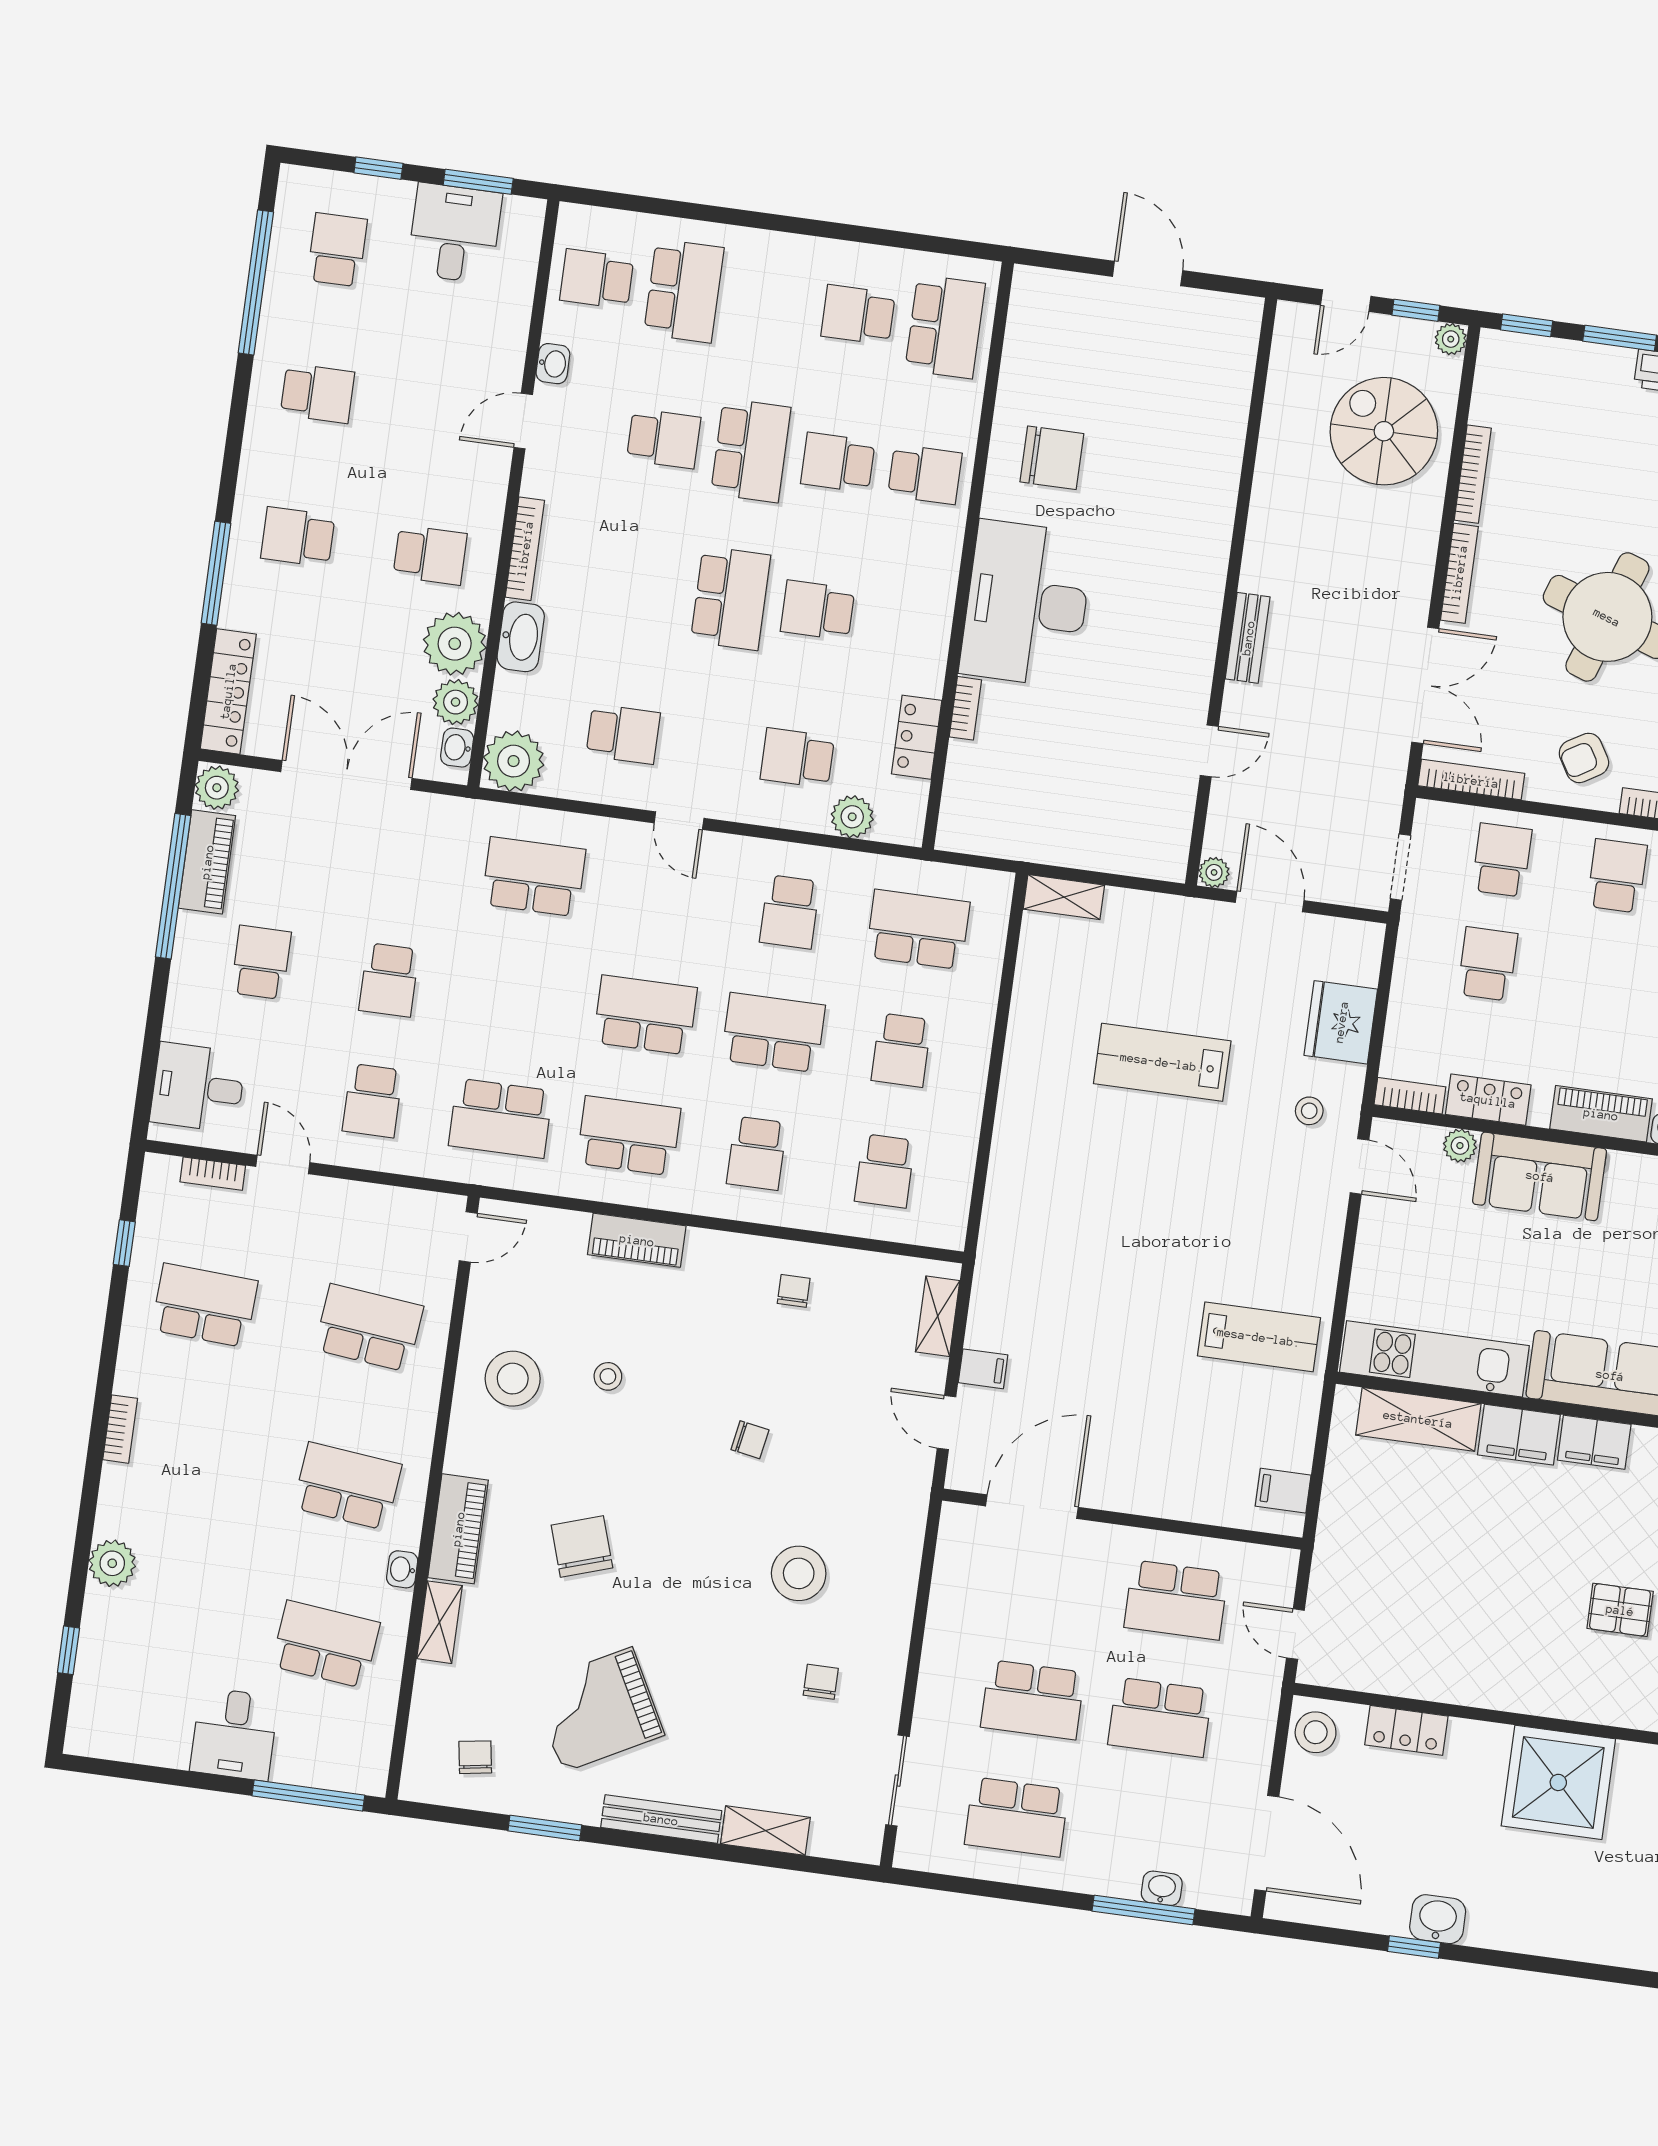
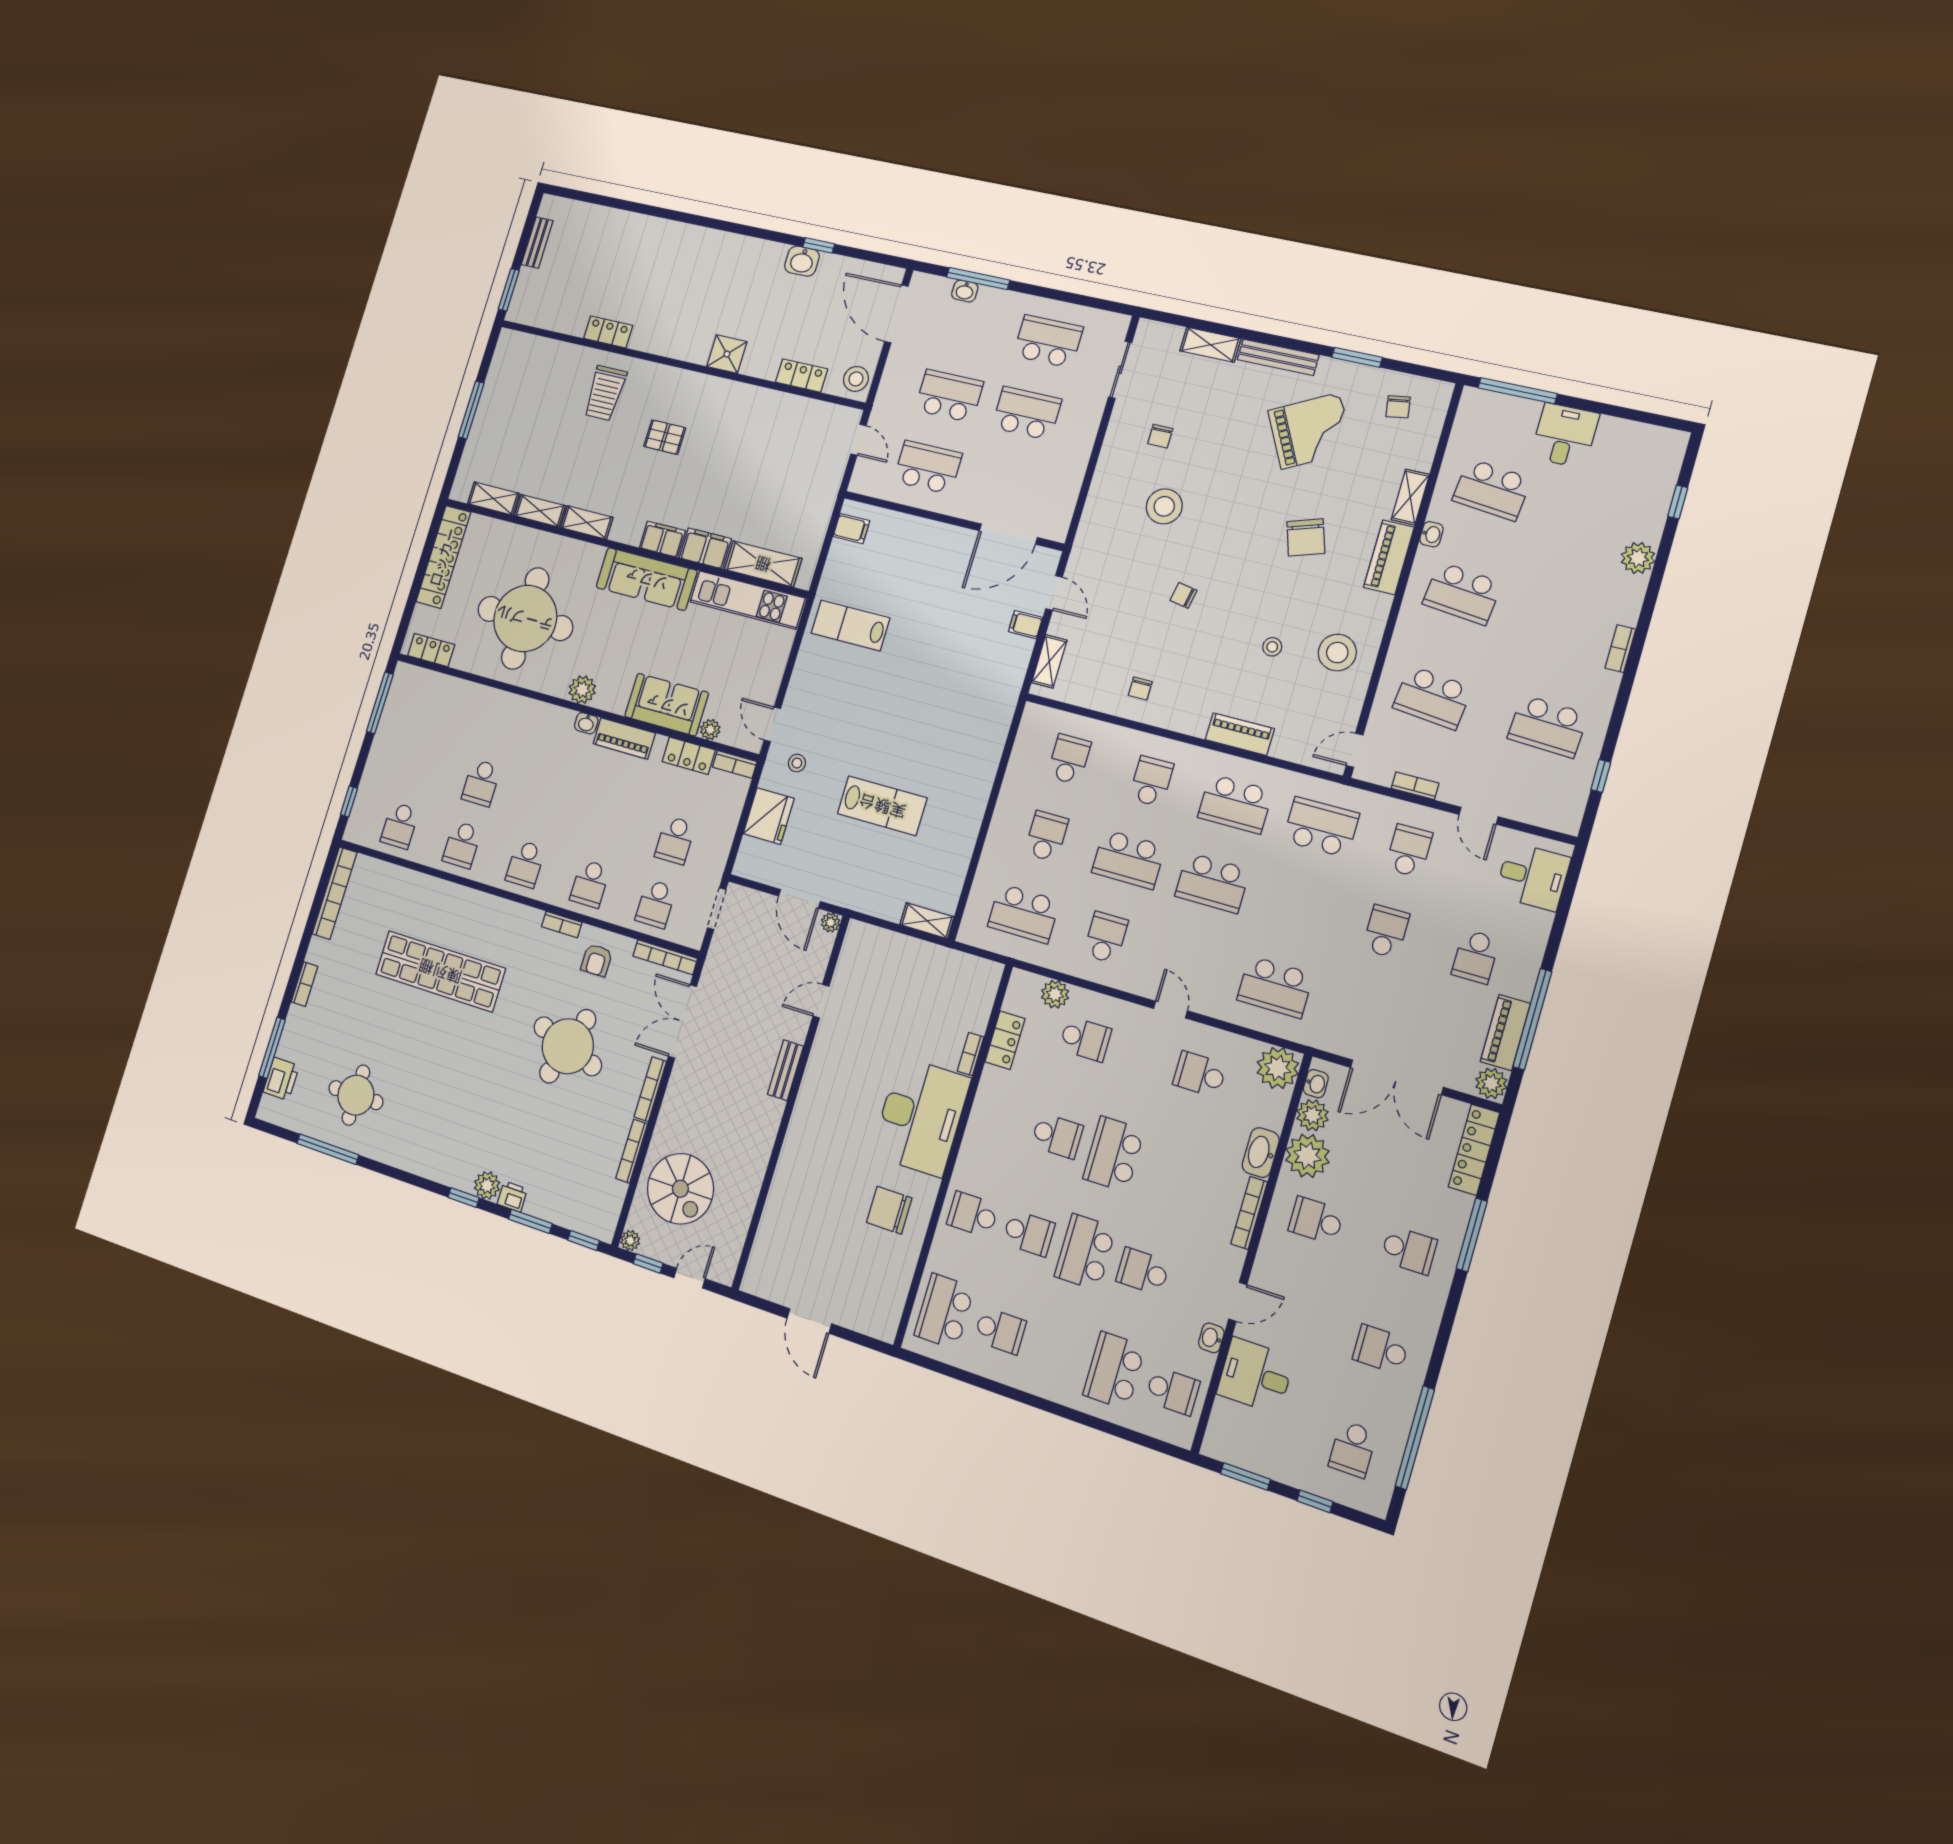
desk: (454, 233) -> (1255, 1376), moved, turned 90
armchair: (1584, 758) -> (597, 960), turned 121
bookcase: (213, 1174) -> (1415, 786), moved
shower: (1558, 1782) -> (727, 354), width x0.54, depth x0.54

